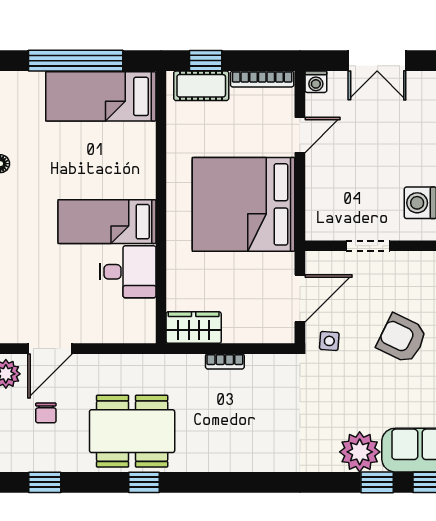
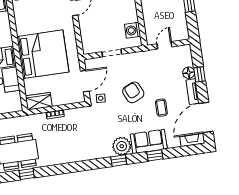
bed: (244, 204) -> (43, 54), moved, turned 180
armchair: (402, 339) -> (133, 92), turned 40
window: (377, 482) -> (119, 161), moved

